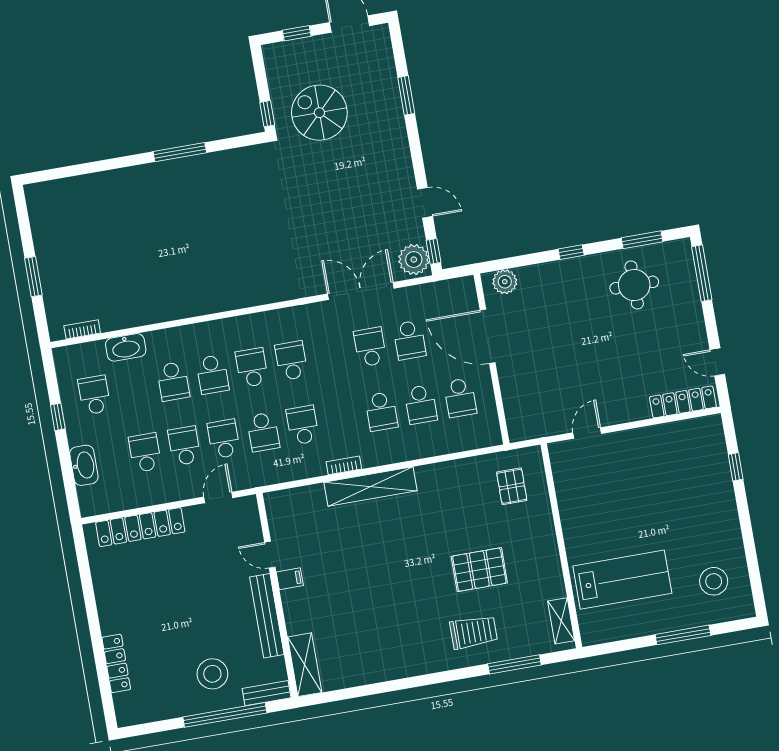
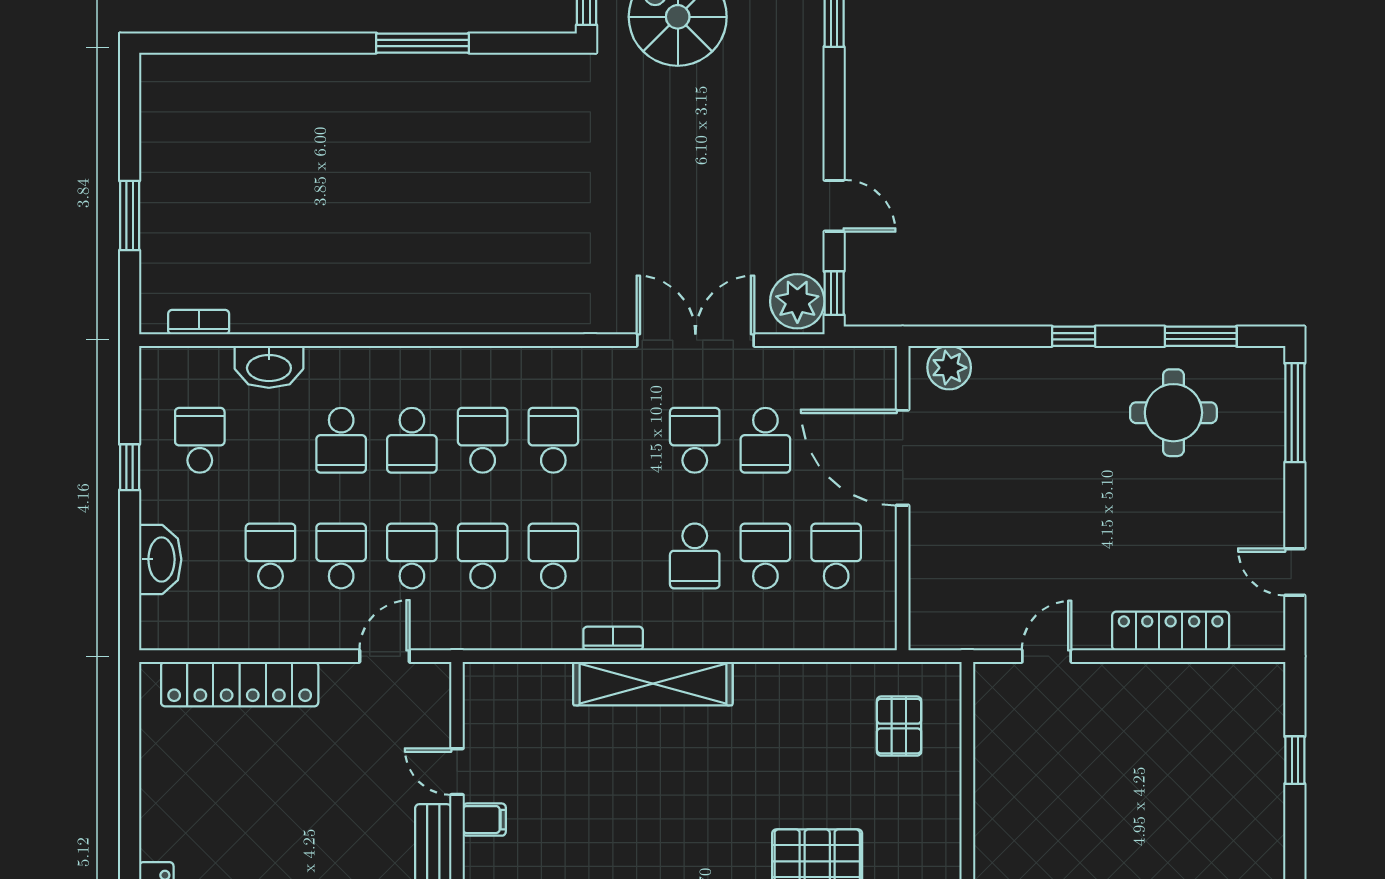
school desk: (460, 398) -> (836, 556), turned 180
locker: (683, 402) -> (1171, 631), moved
school desk: (421, 405) -> (765, 556), turned 180
school desk: (263, 432) -> (483, 556), turned 180

